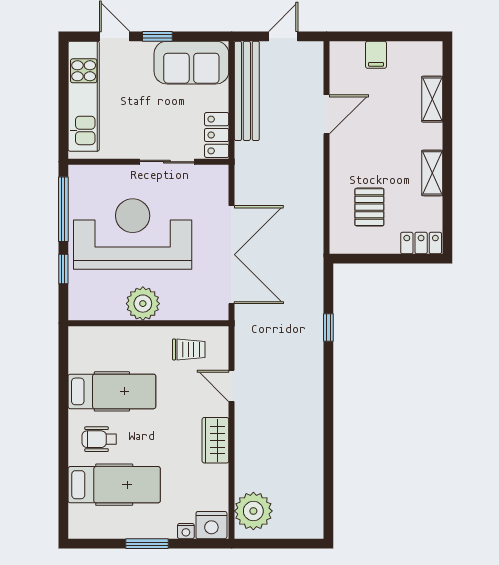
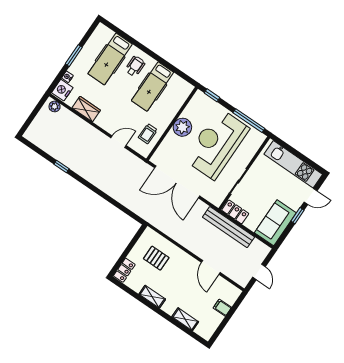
bench: (247, 91) -> (228, 227), moved
reception desk: (133, 234) -> (217, 144), turned 180
window: (63, 269) -> (212, 95), moved
window: (328, 327) -> (62, 166), moved
wardrobe: (215, 440) -> (86, 109), moved
plant: (253, 511) -> (55, 106), width x0.53, depth x0.53

